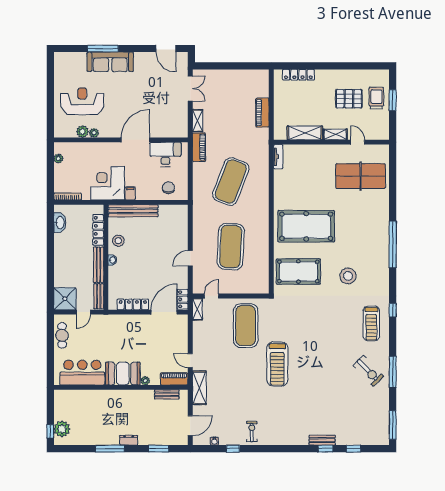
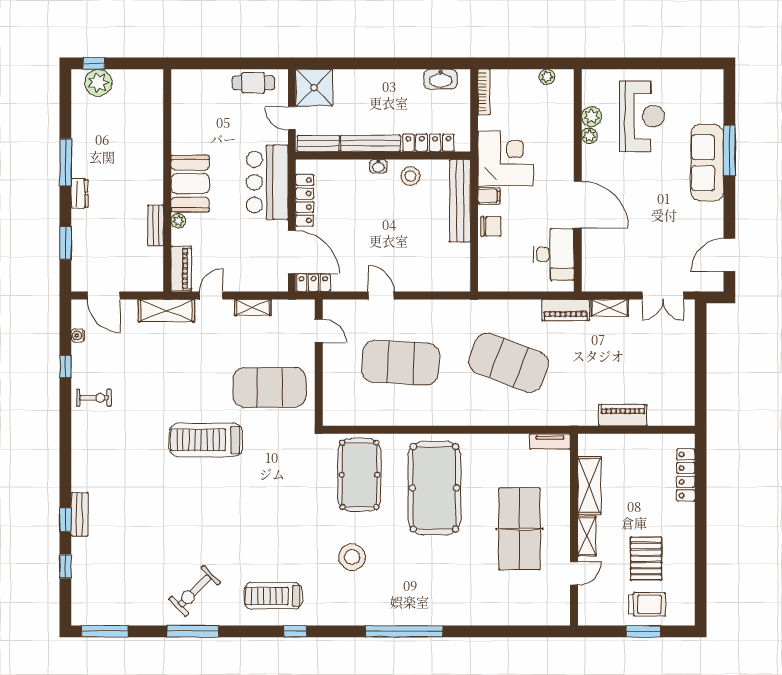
table tennis table: (361, 176) -> (519, 529), moved
chair: (168, 188) -> (491, 226), moved
shelving: (197, 309) -> (253, 307), moved
bar counter: (82, 373) -> (267, 182), moved, turned 180
bench: (167, 394) -> (156, 225), moved

